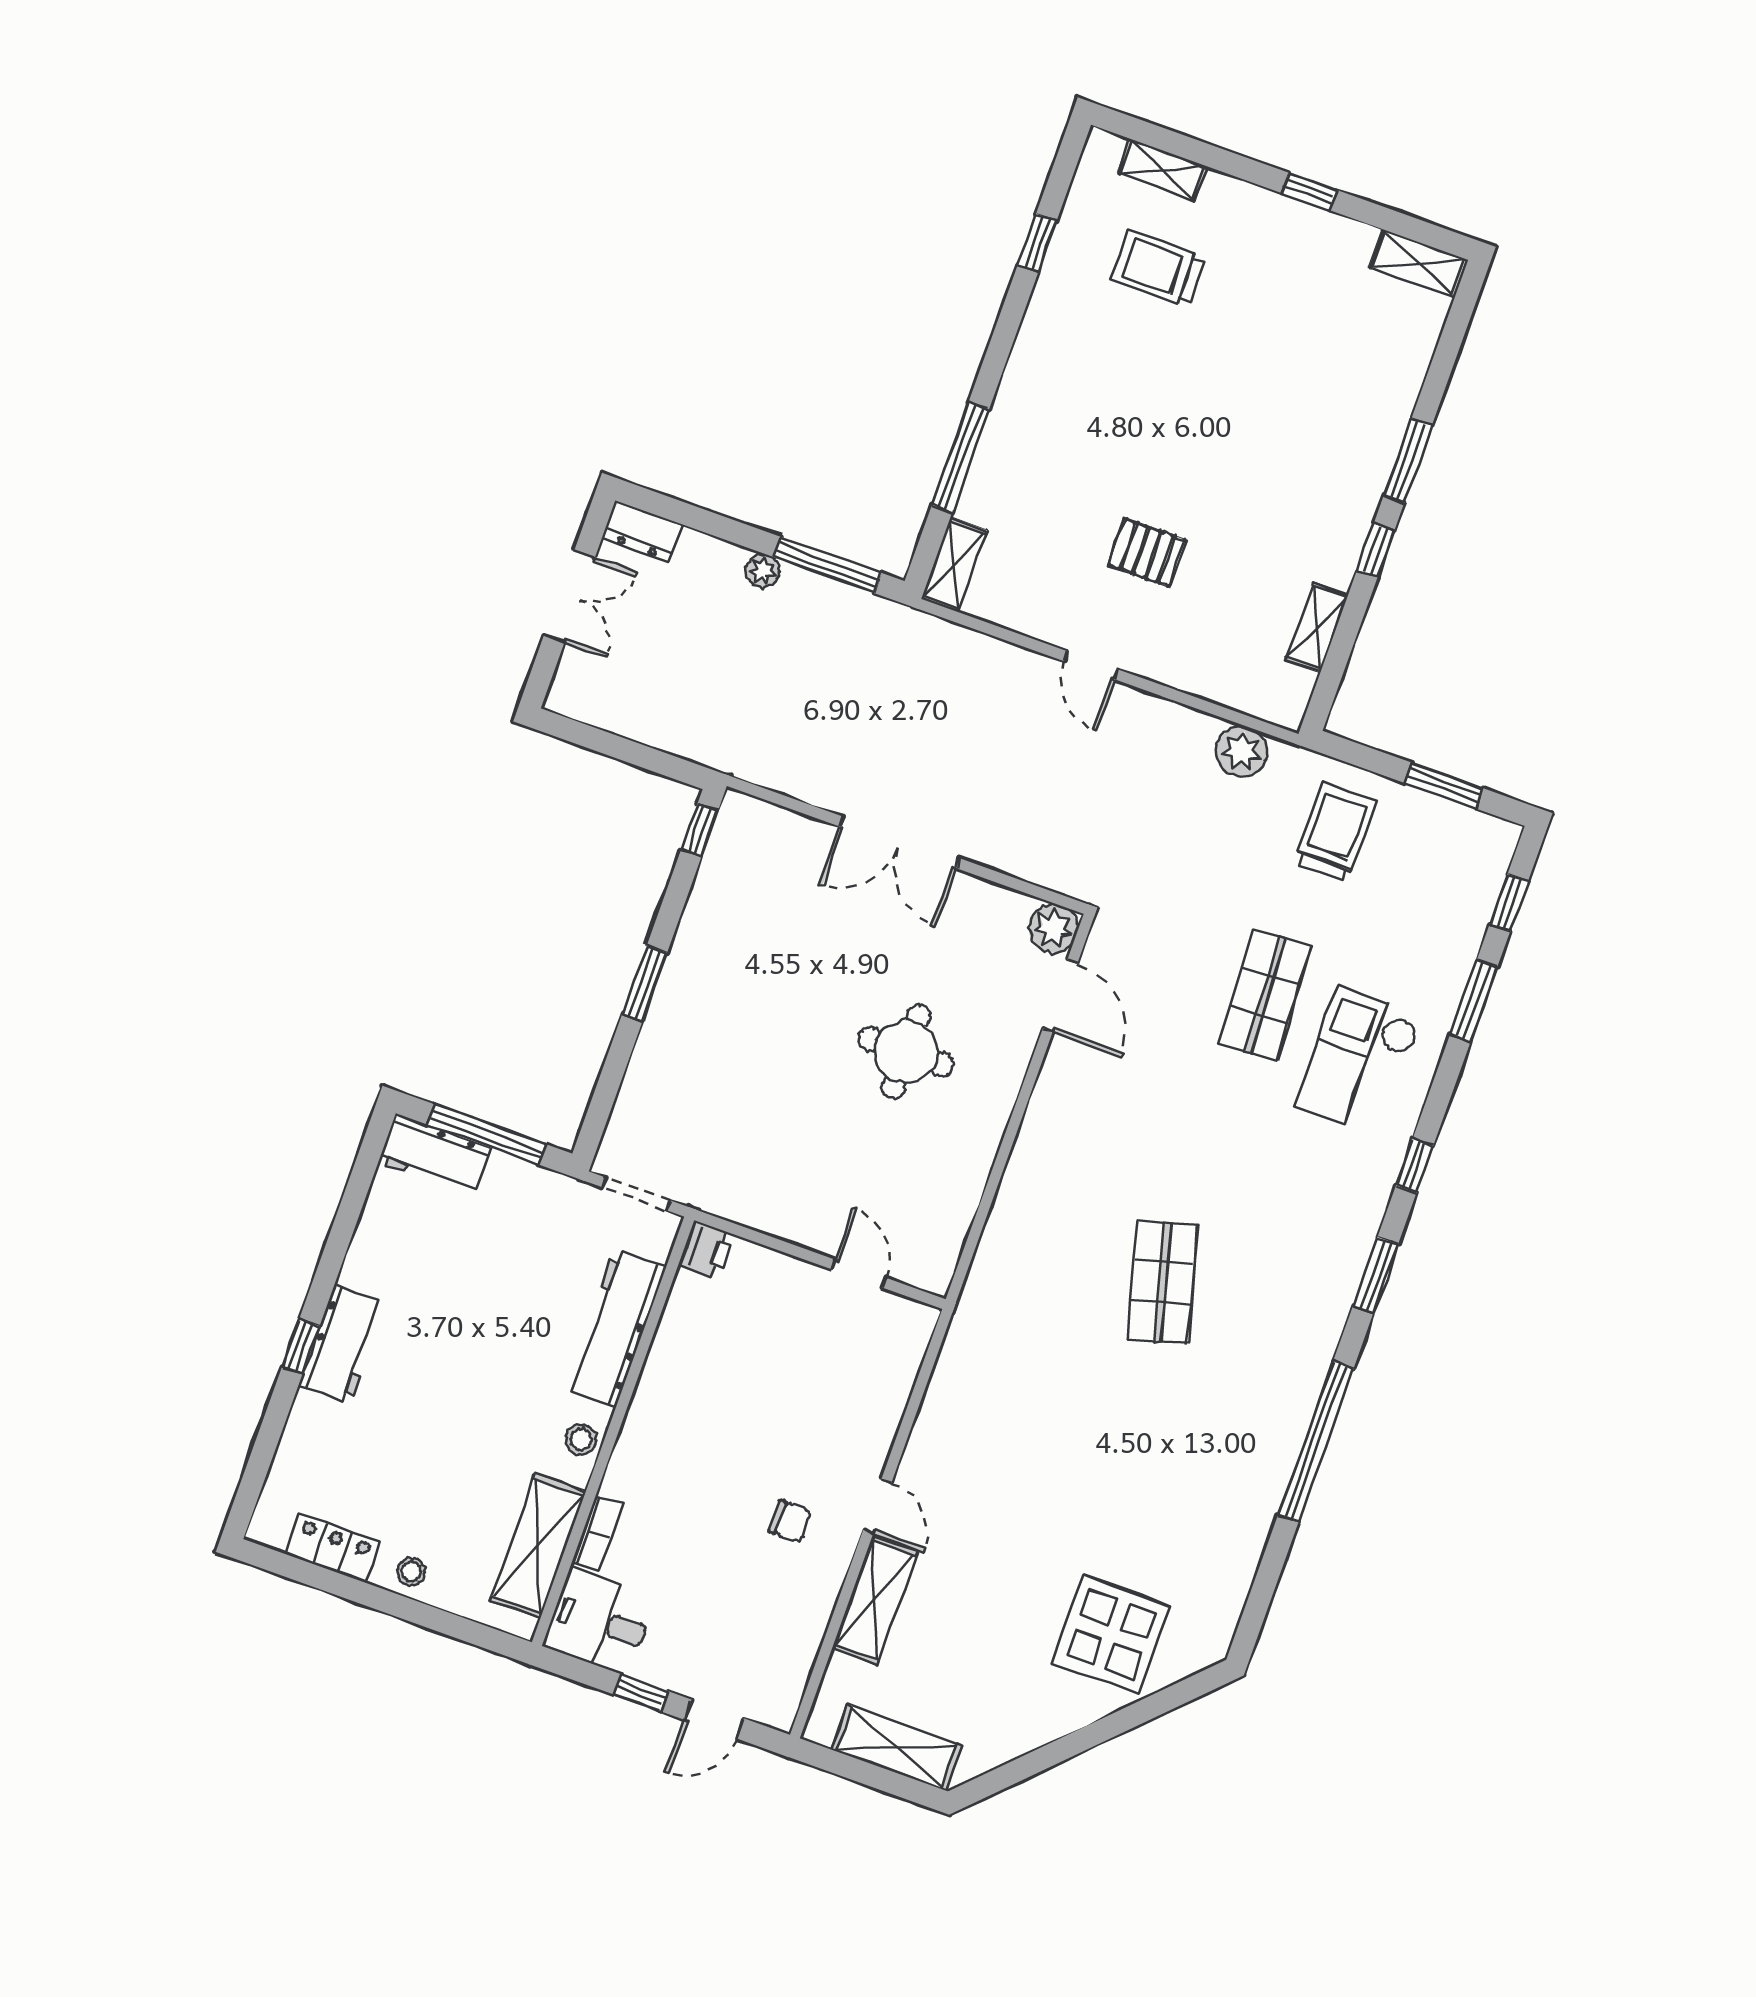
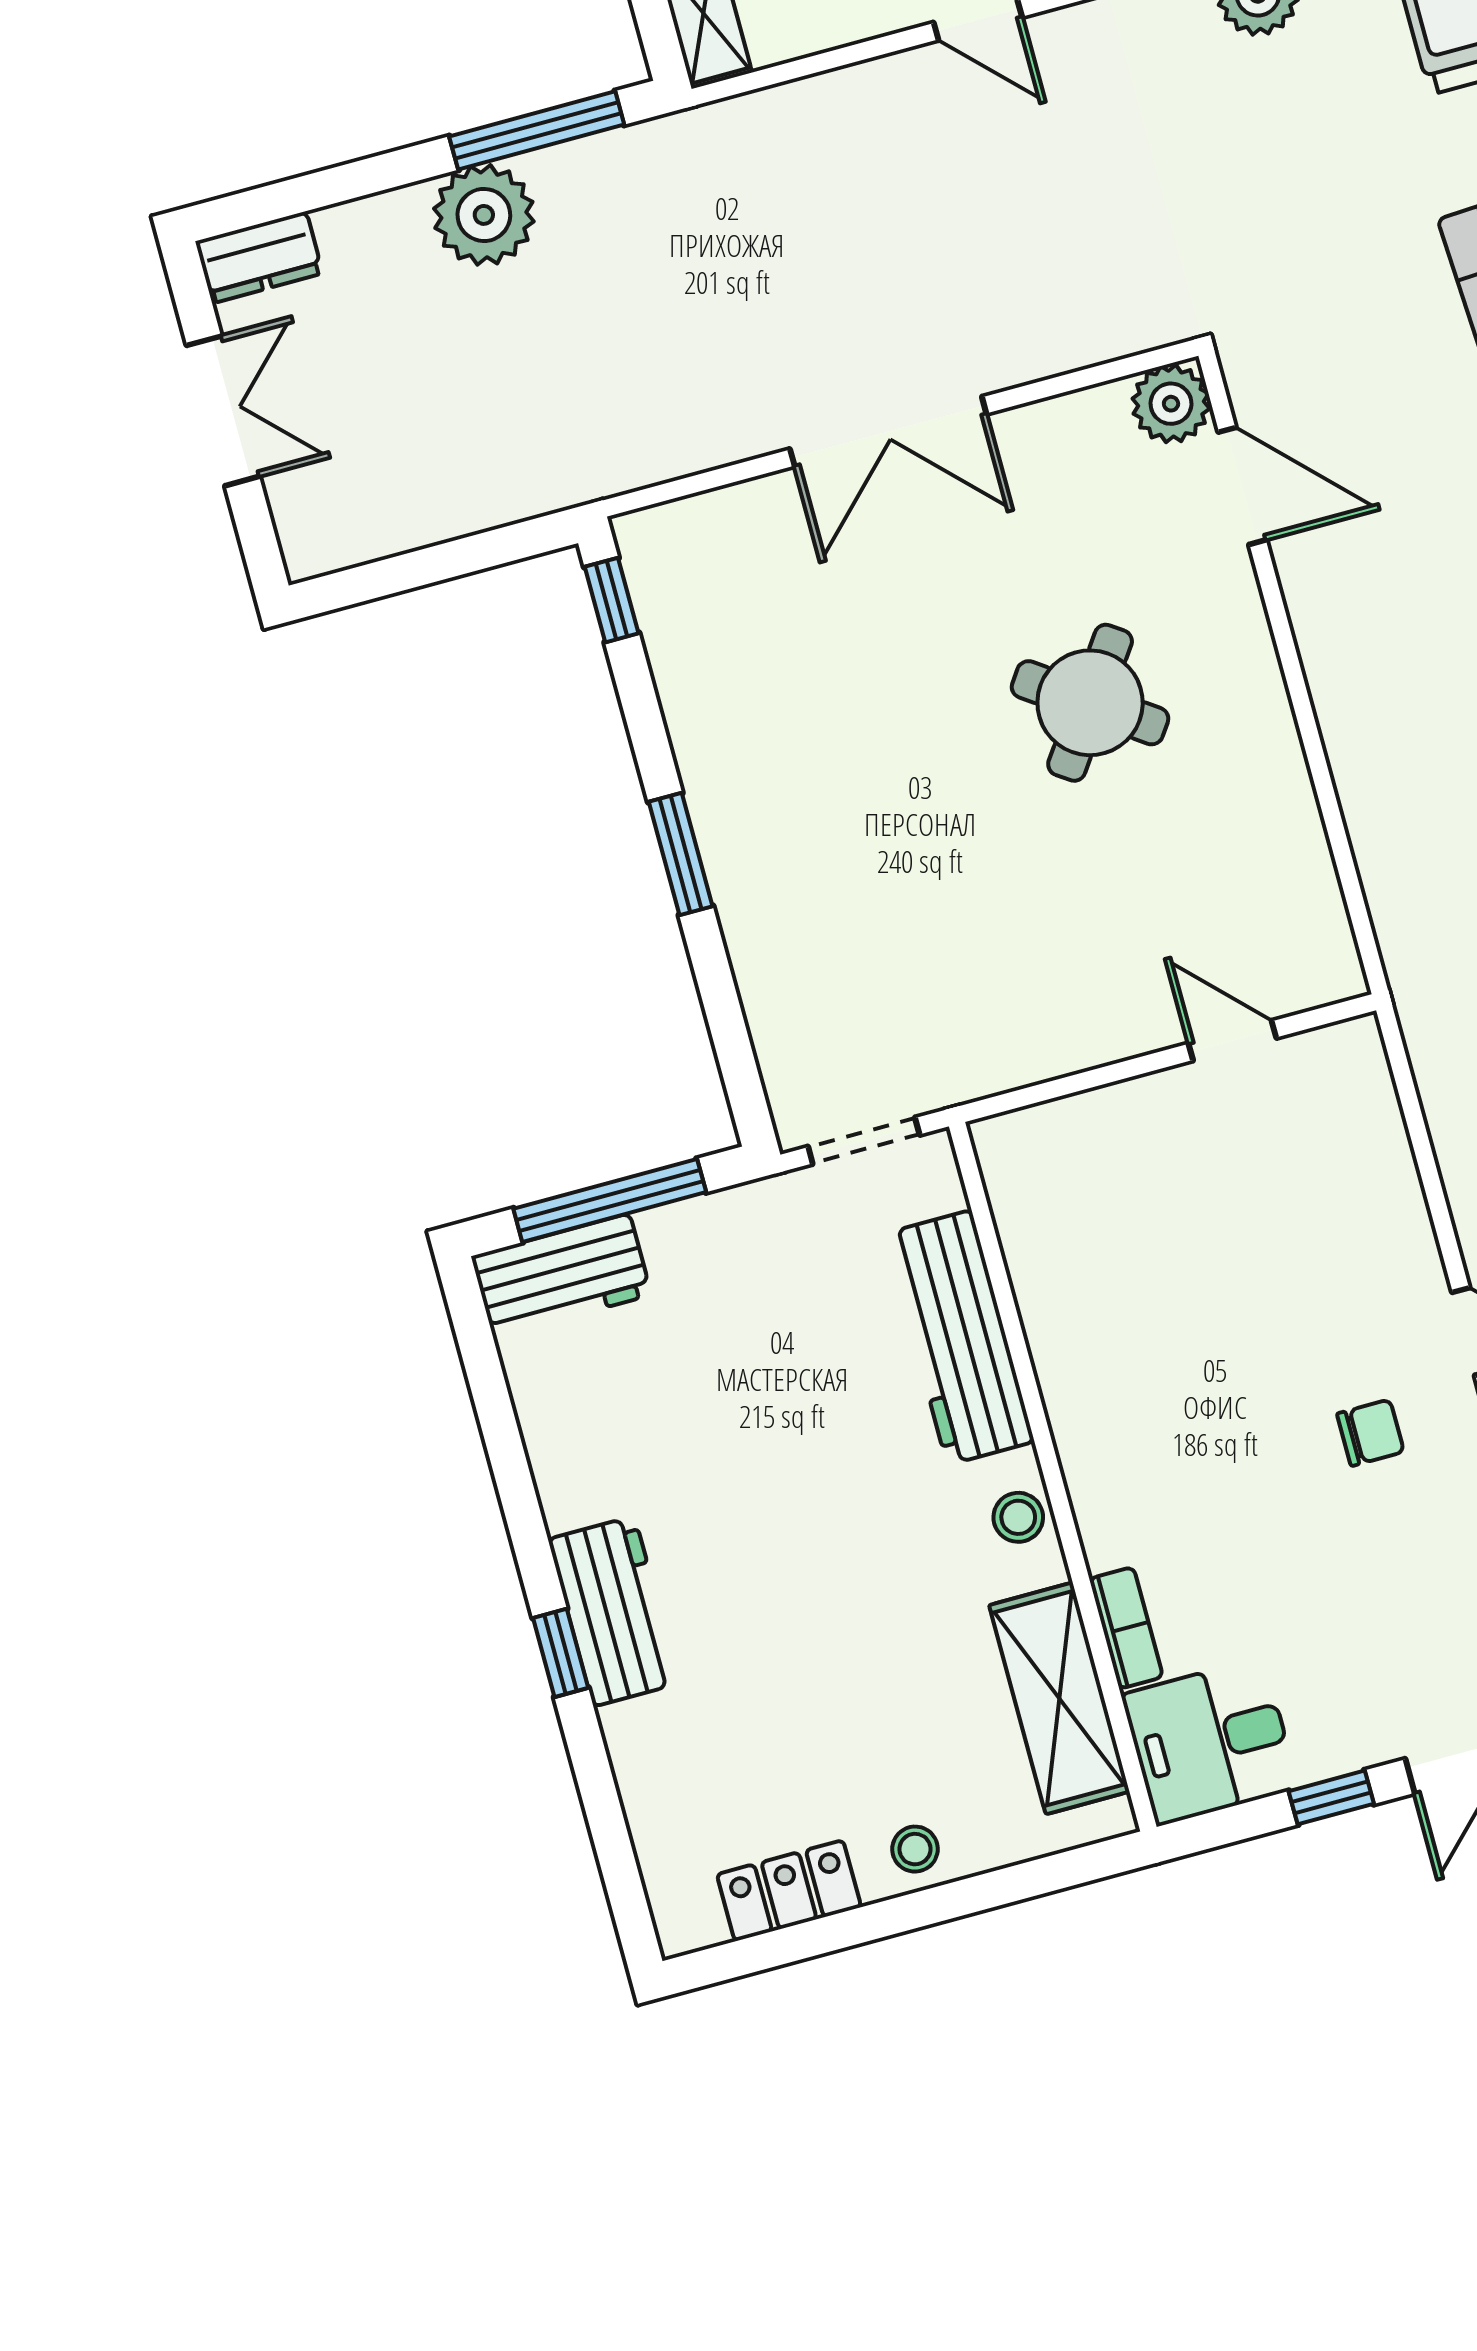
plant: (762, 571) -> (484, 215), width x1.87, depth x1.87
round table: (906, 1052) -> (1090, 703), turned 35
printer: (706, 1250) -> (1009, 1150), removed

